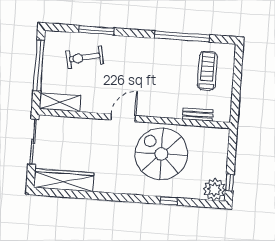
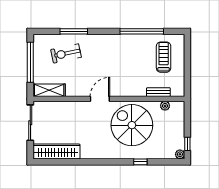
plant: (205, 132) -> (165, 106), added
plant: (214, 189) -> (180, 154), width x0.53, depth x0.53

